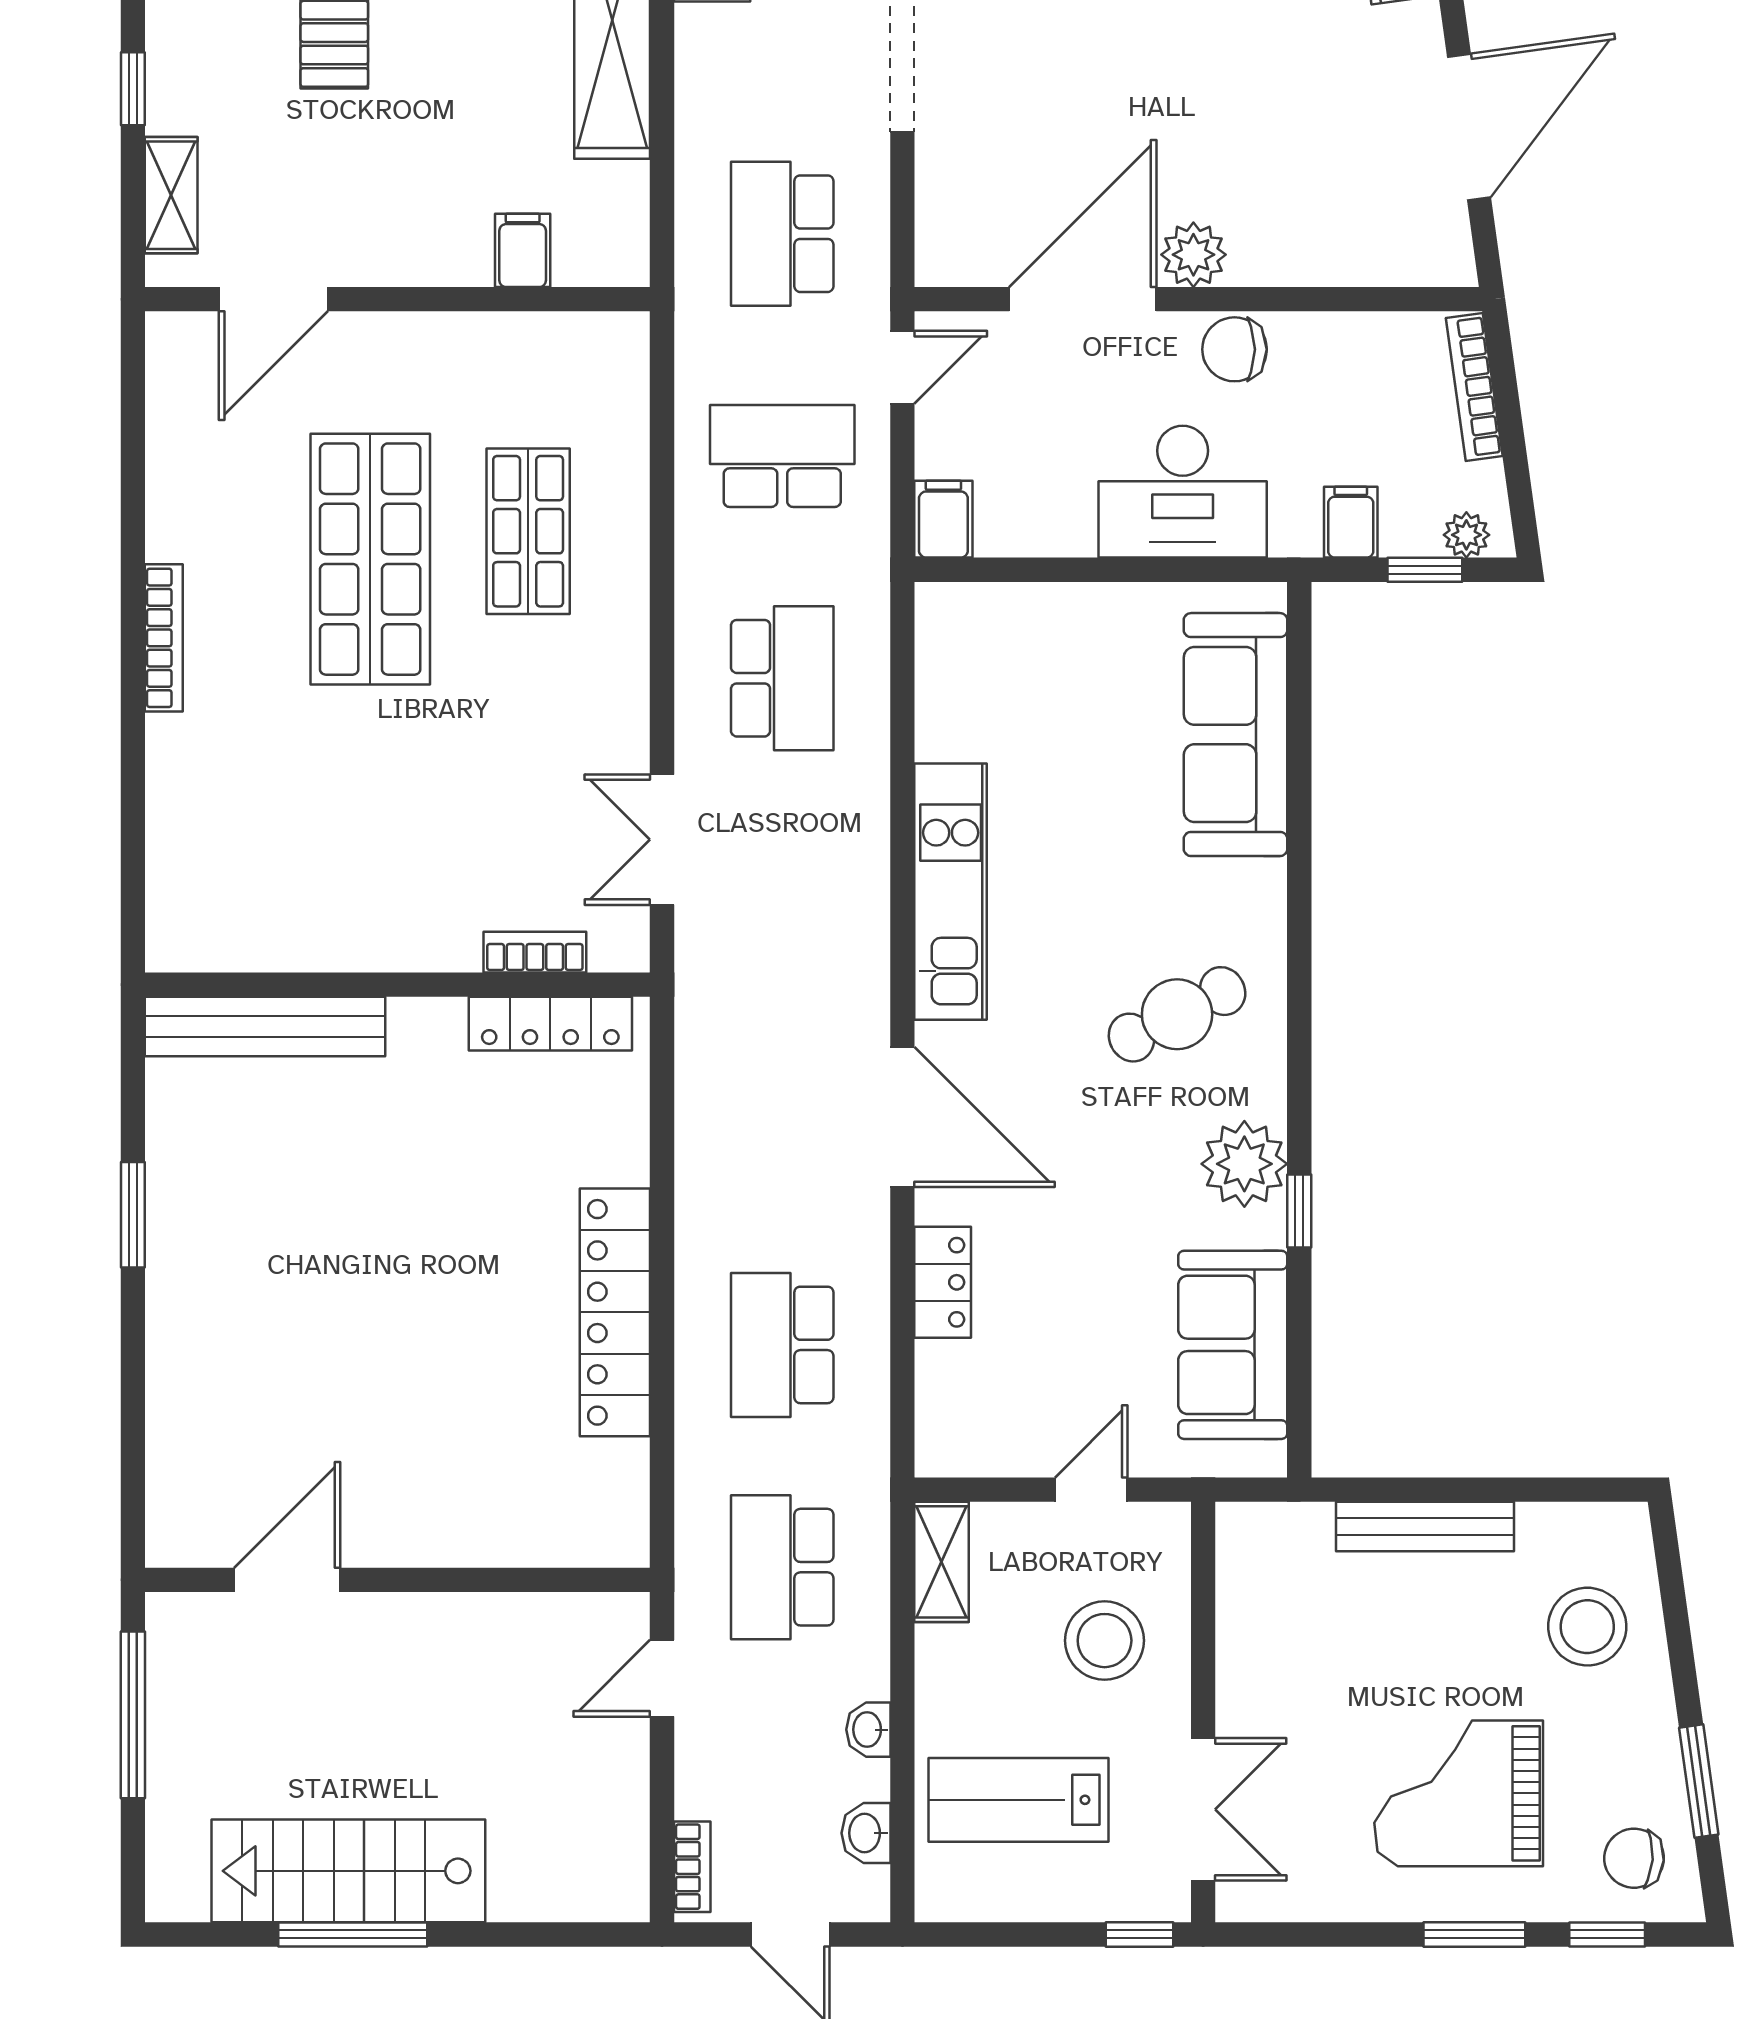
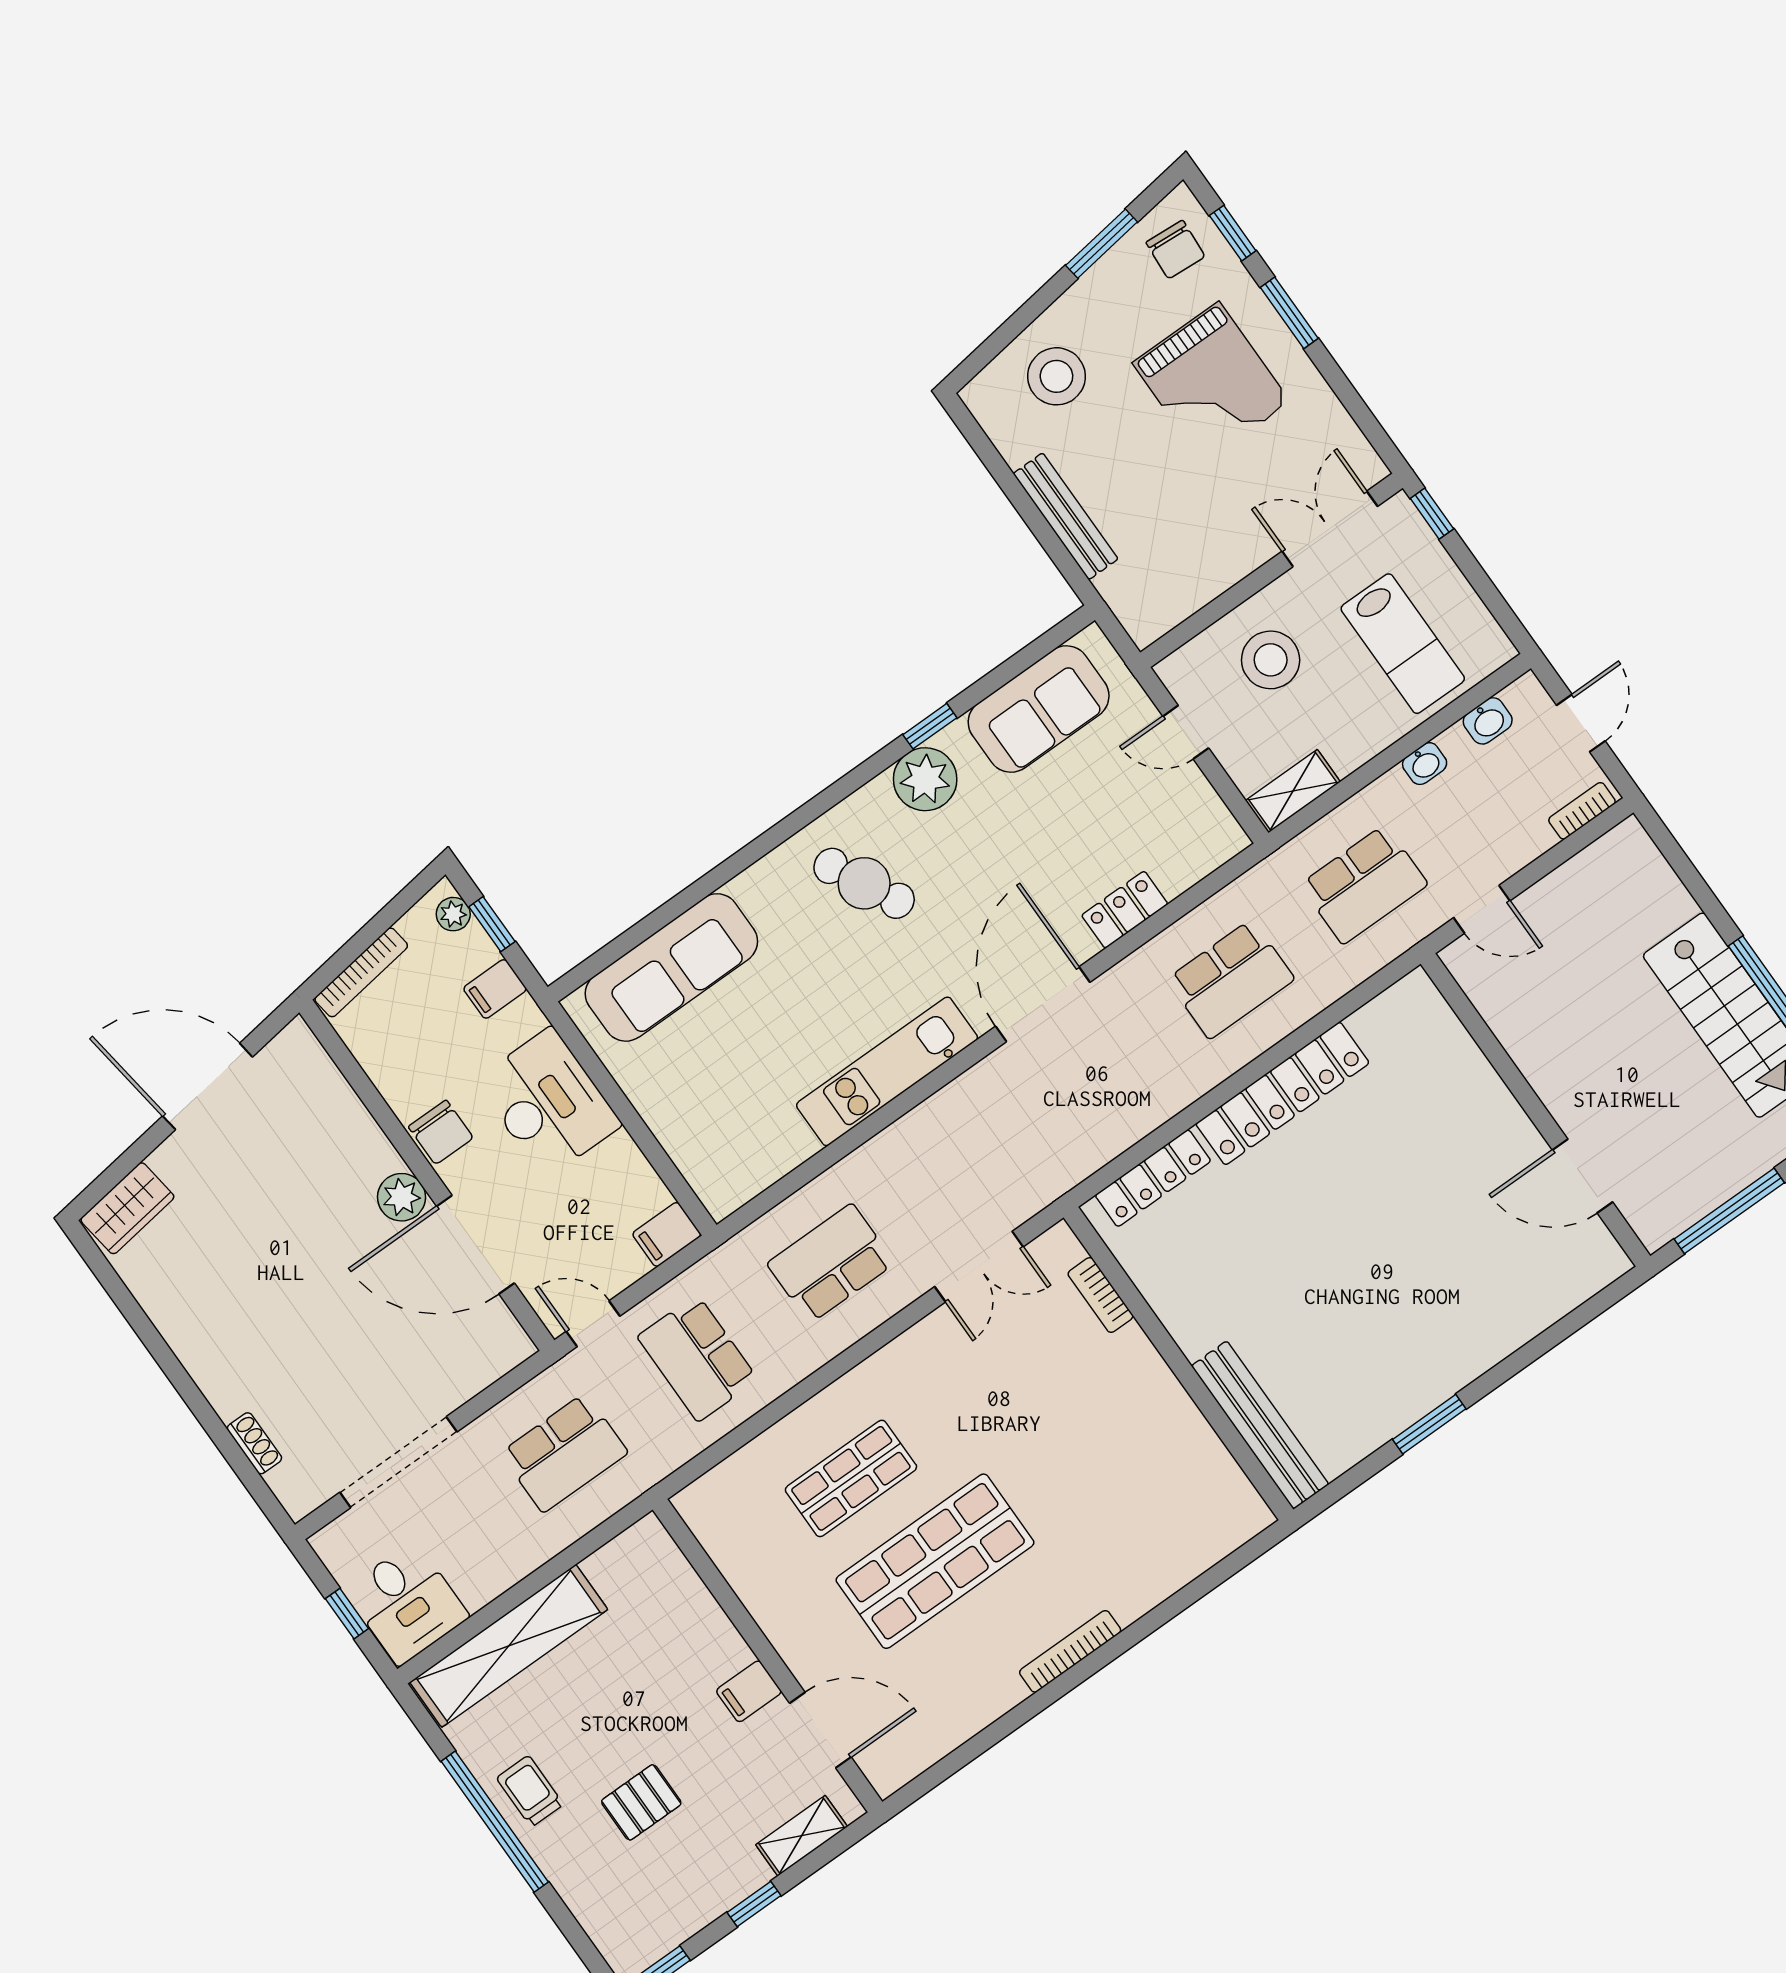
filing cabinet: (523, 250) -> (749, 1691), moved
locker: (550, 1024) -> (1153, 1178), moved, turned 90

